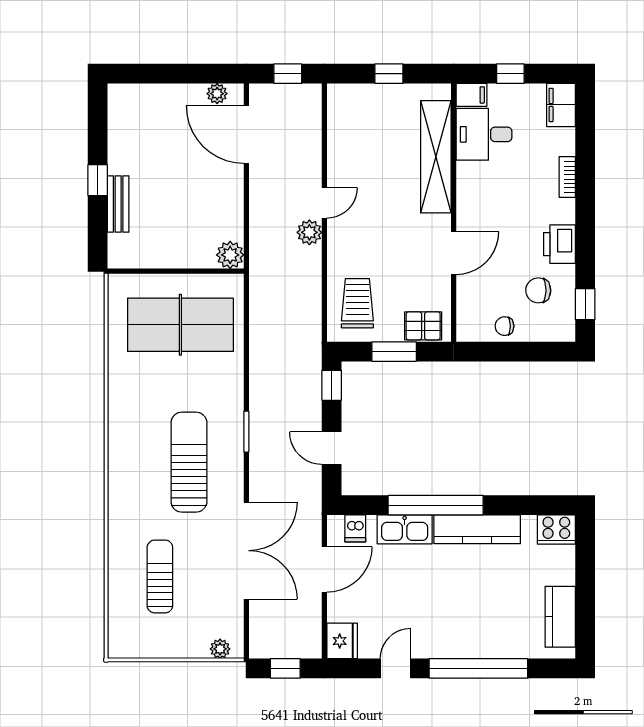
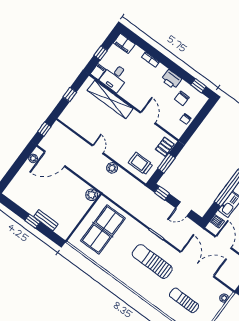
plant: (309, 232) -> (112, 168), moved

